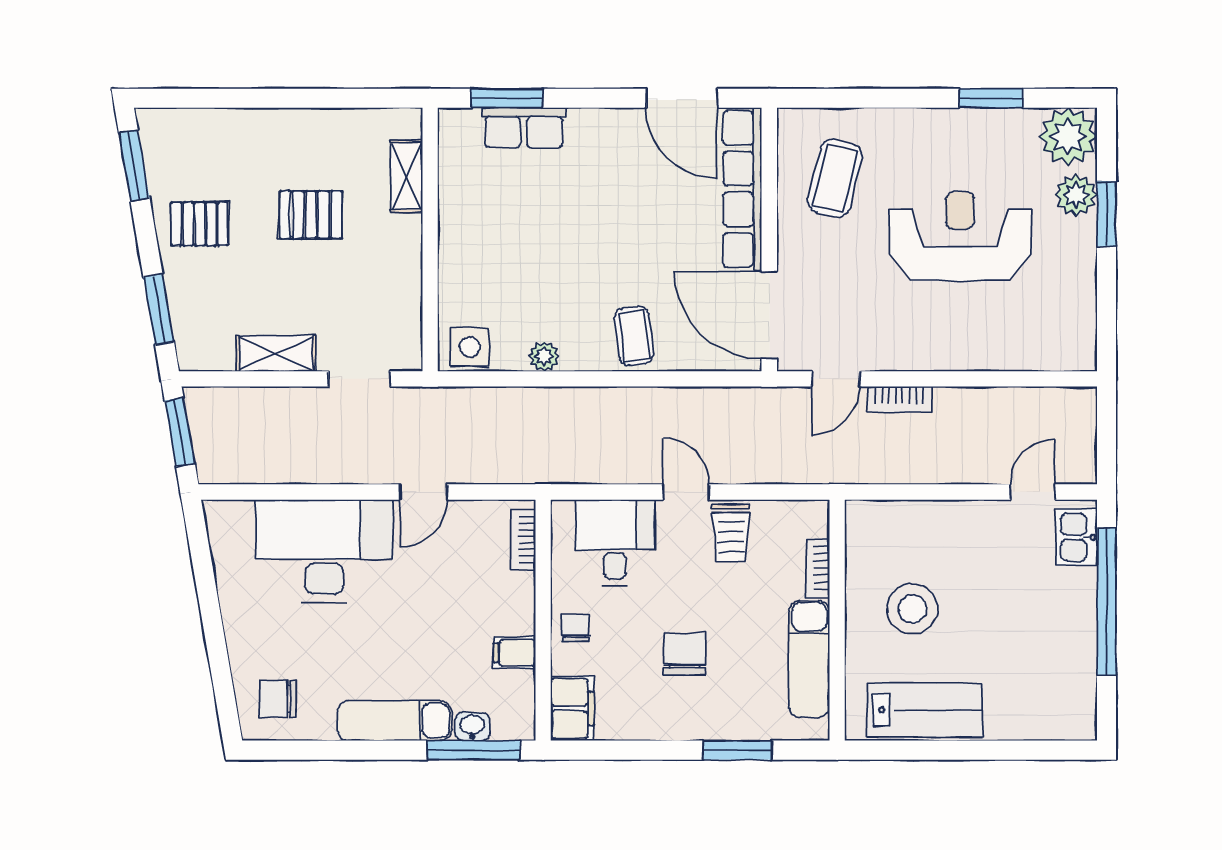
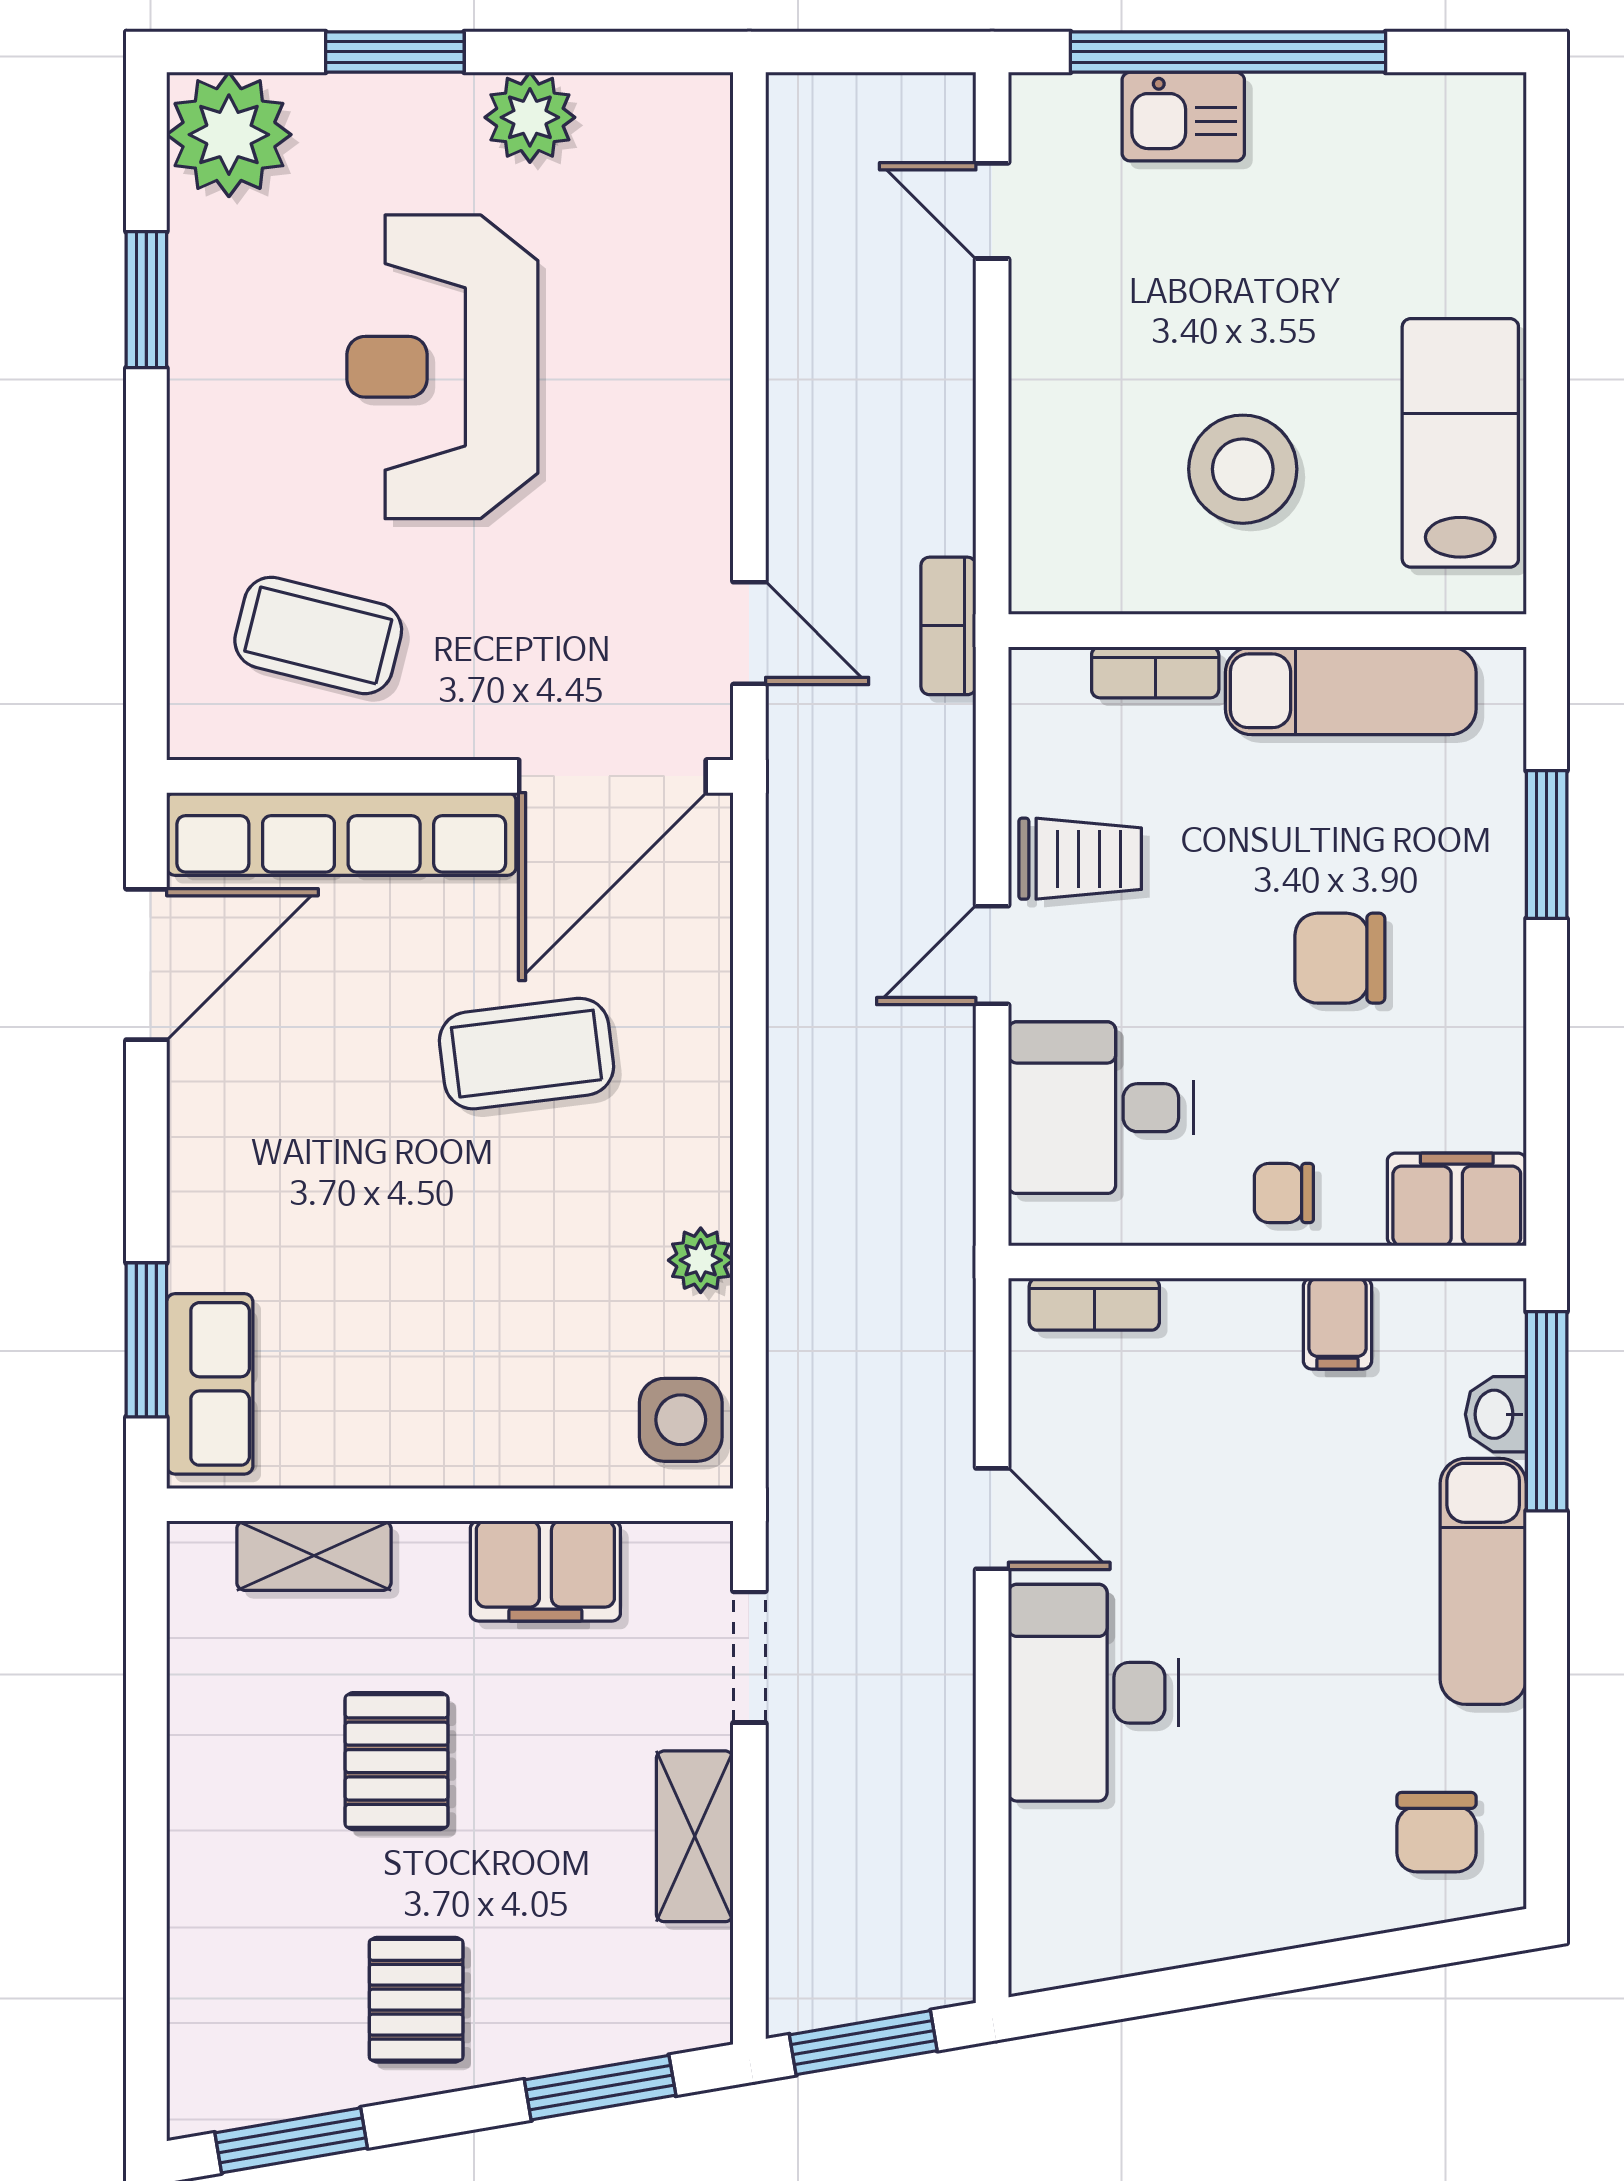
row of seats: (524, 128) -> (210, 1384), moved
plant: (1076, 195) -> (530, 117), moved
filing cabinet: (399, 284) -> (545, 1571), added
coffee table: (634, 336) -> (527, 1054), moved, width x1.36, depth x1.30
bookcase: (899, 399) -> (948, 626), moved, turned 180
kitchen sink: (1076, 537) -> (1183, 117), moved
desk: (324, 551) -> (1093, 1693), width x0.73, depth x0.77

